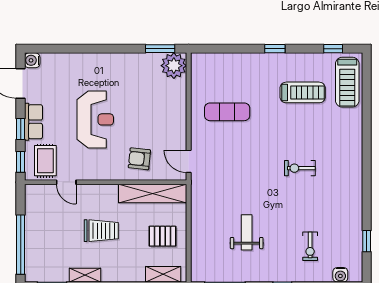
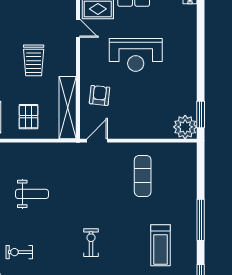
window: (275, 49) -> (201, 220), width x2.17
door: (66, 182) -> (78, 28), swing flipped

